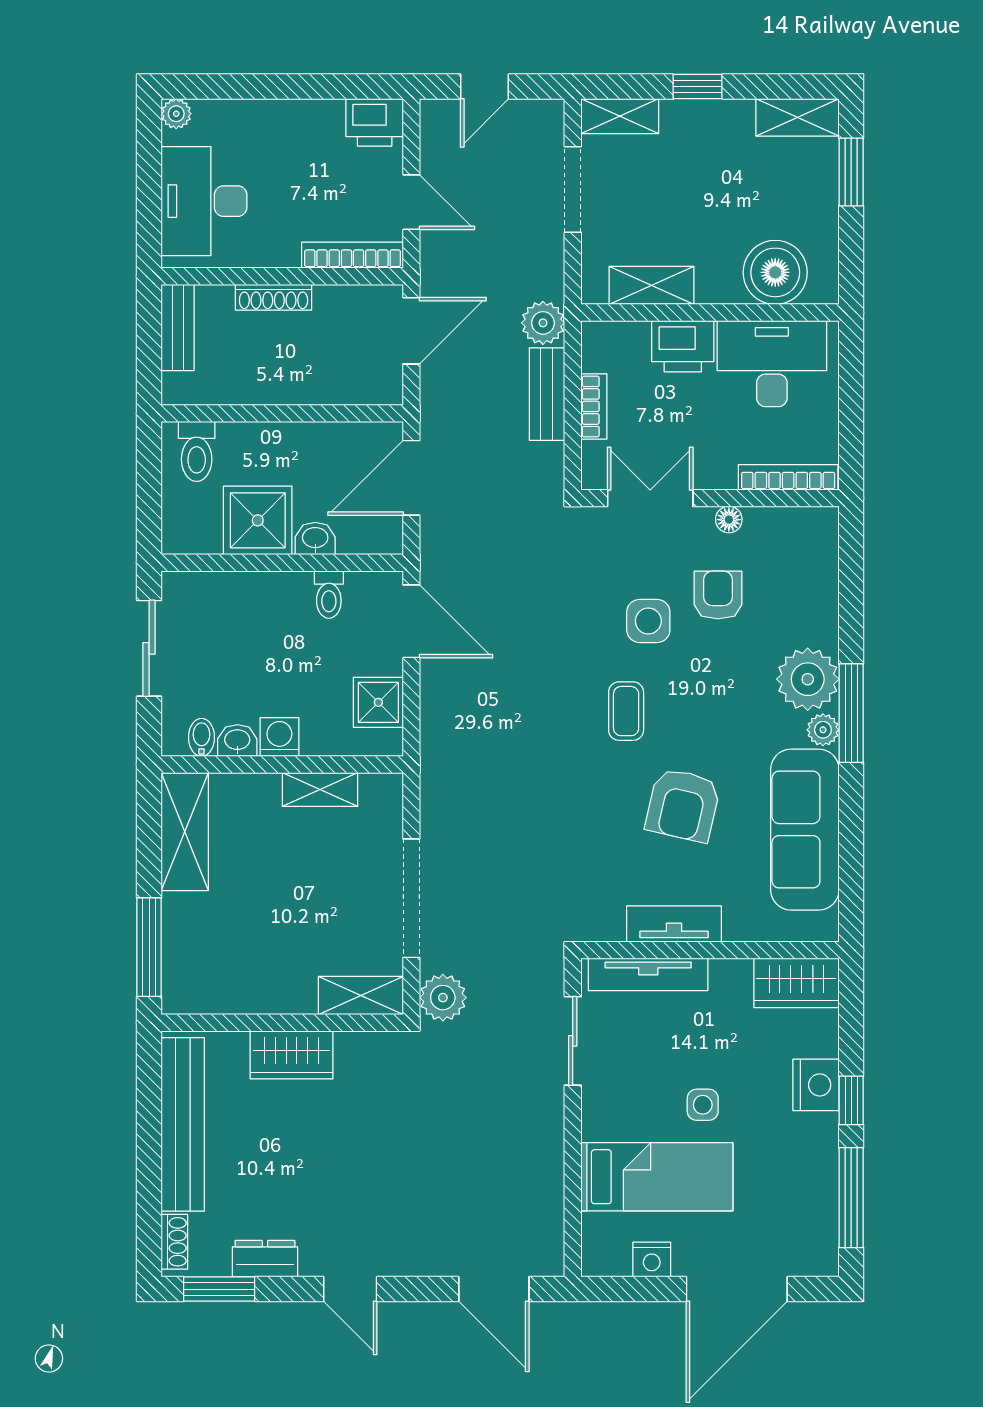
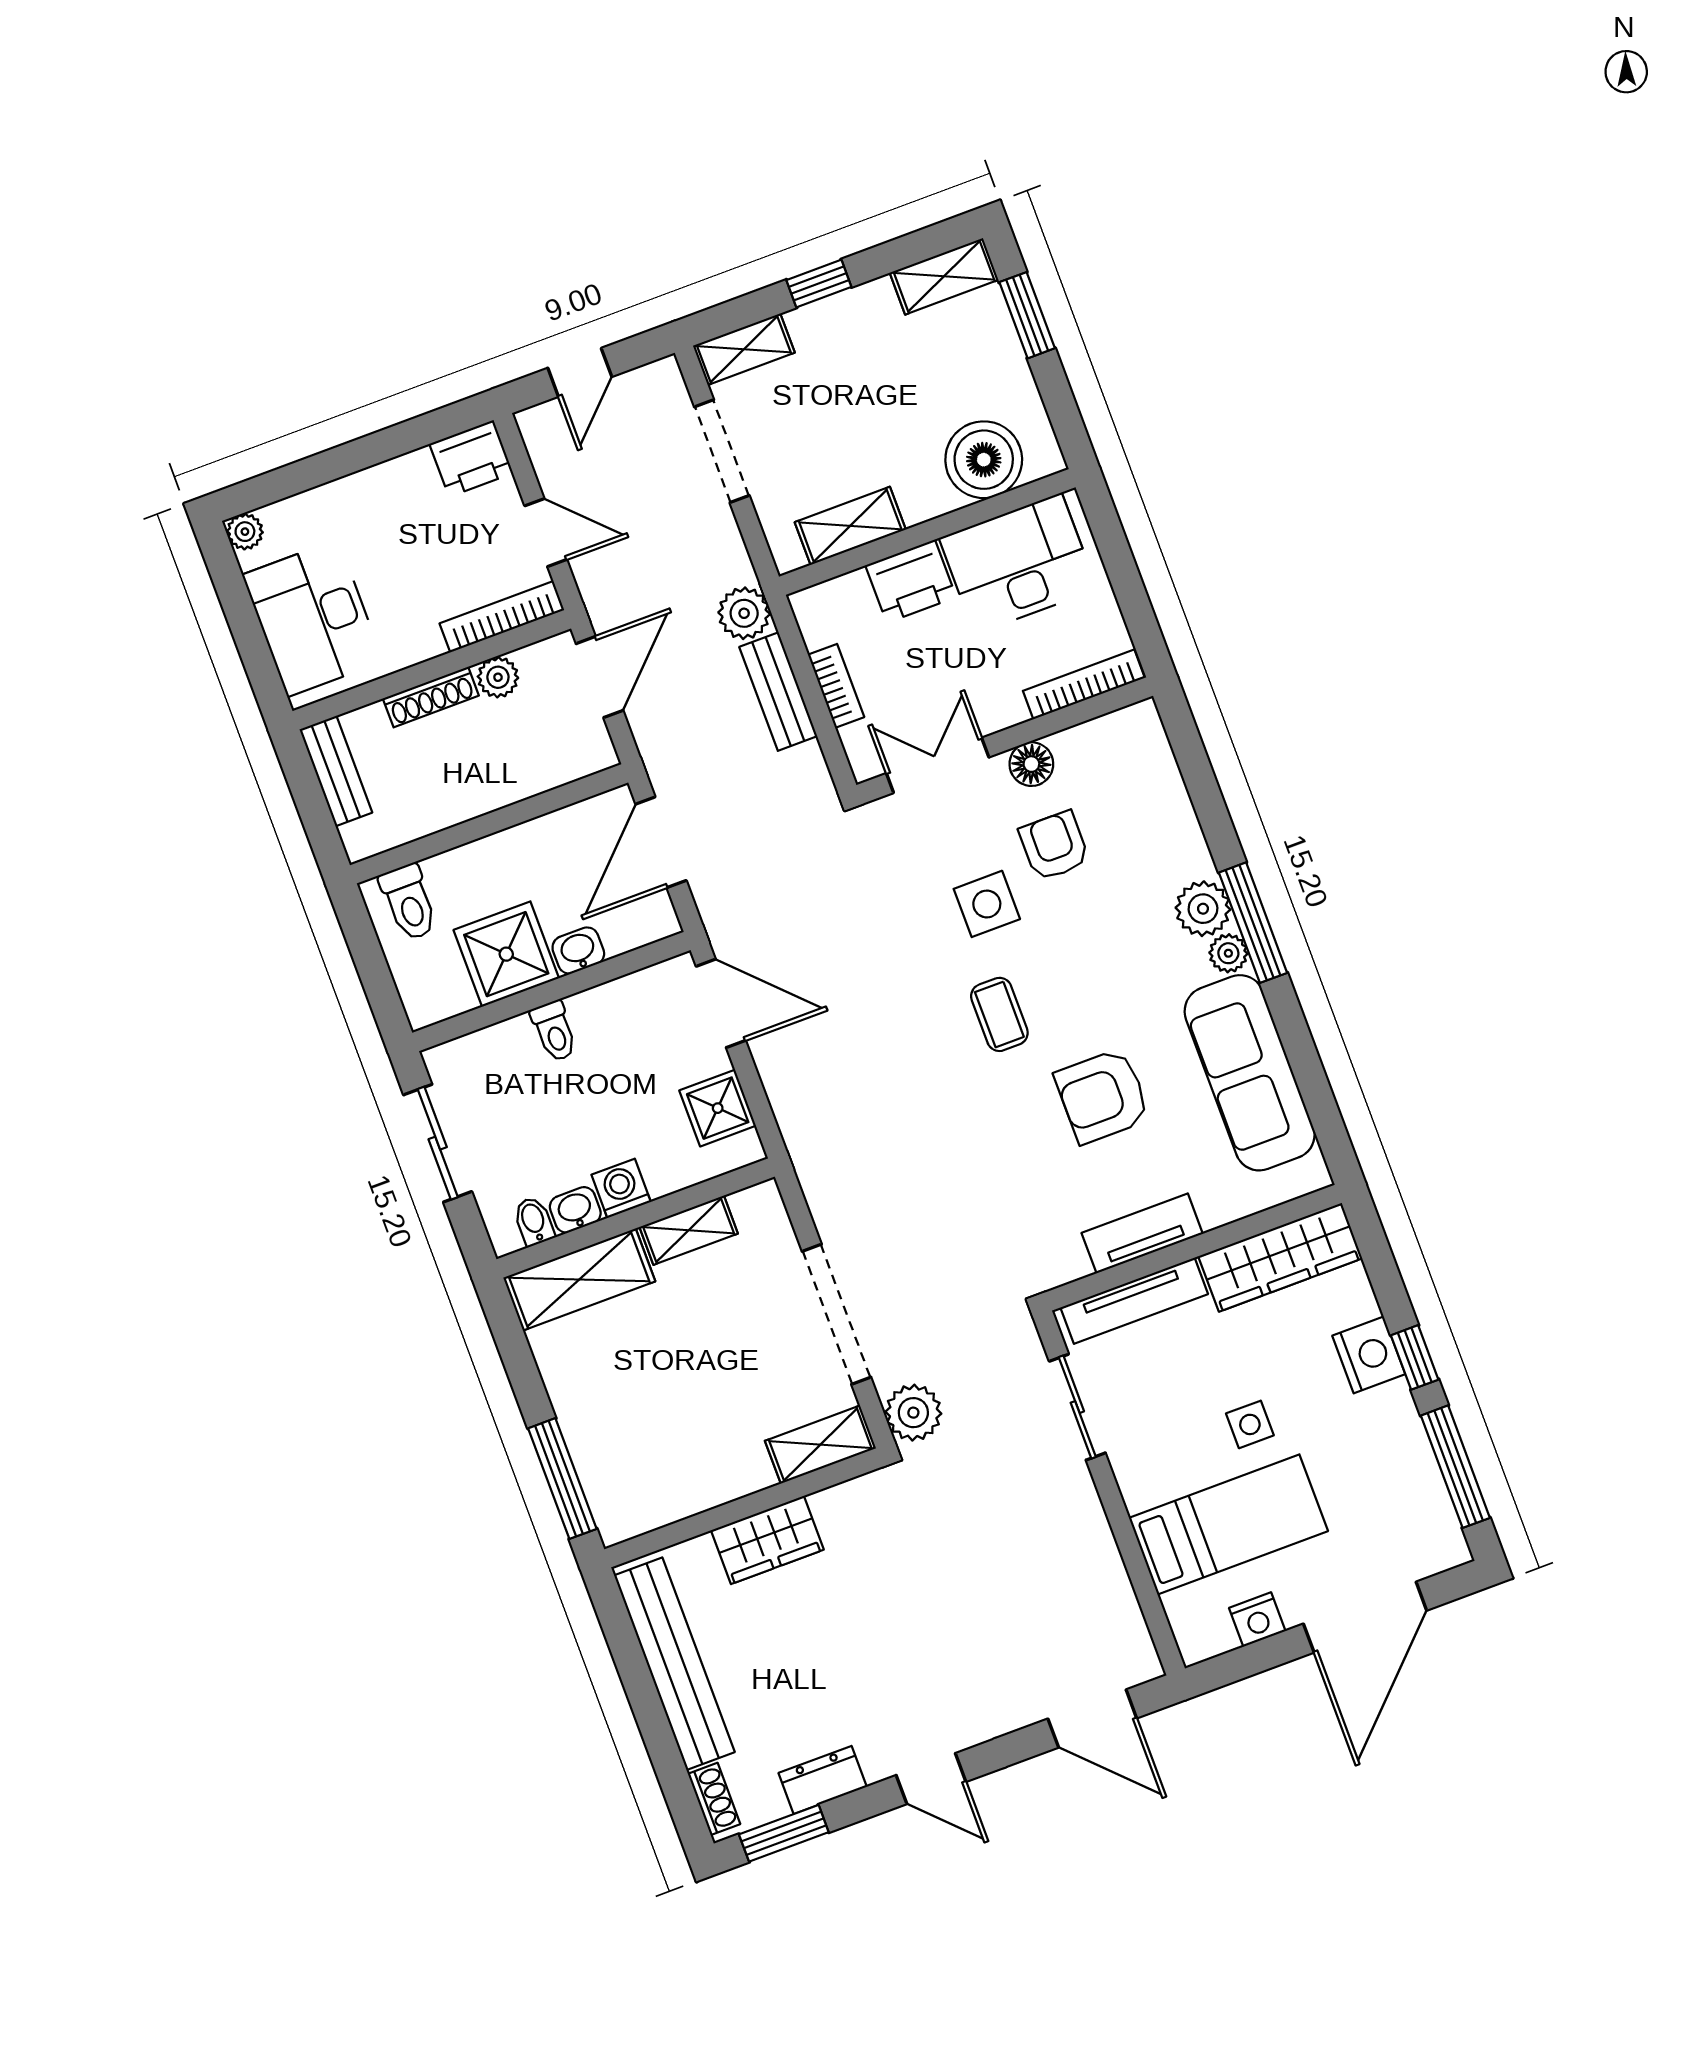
plant: (332, 301) -> (498, 677), added
floor lamp: (729, 520) -> (1031, 764), width x1.37, depth x1.37
toilet: (329, 595) -> (554, 1031), moved
plant: (808, 679) -> (1203, 909), width x0.73, depth x0.73
armchair: (683, 805) -> (1103, 1096), turned 77
shelving: (185, 832) -> (579, 1279), moved, turned 90
wardrobe: (796, 983) -> (1280, 1257), width x1.50

